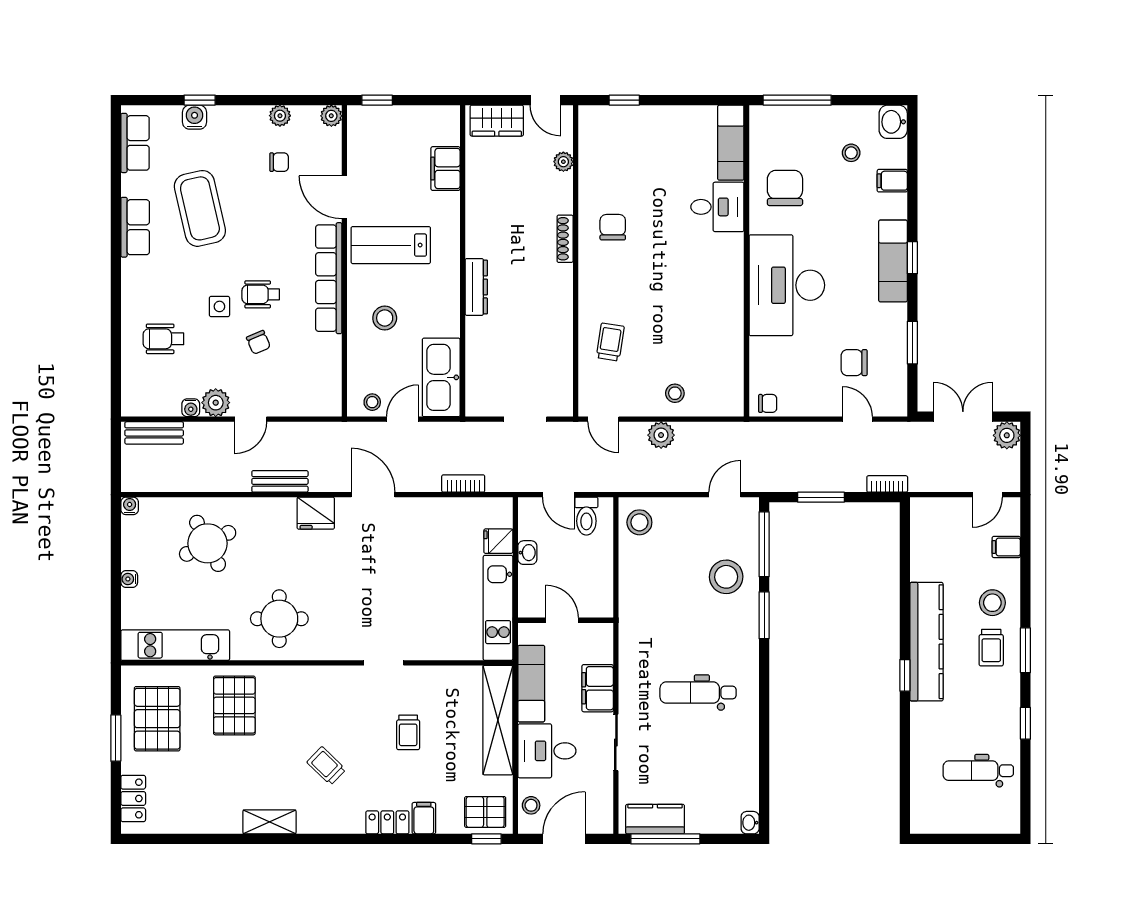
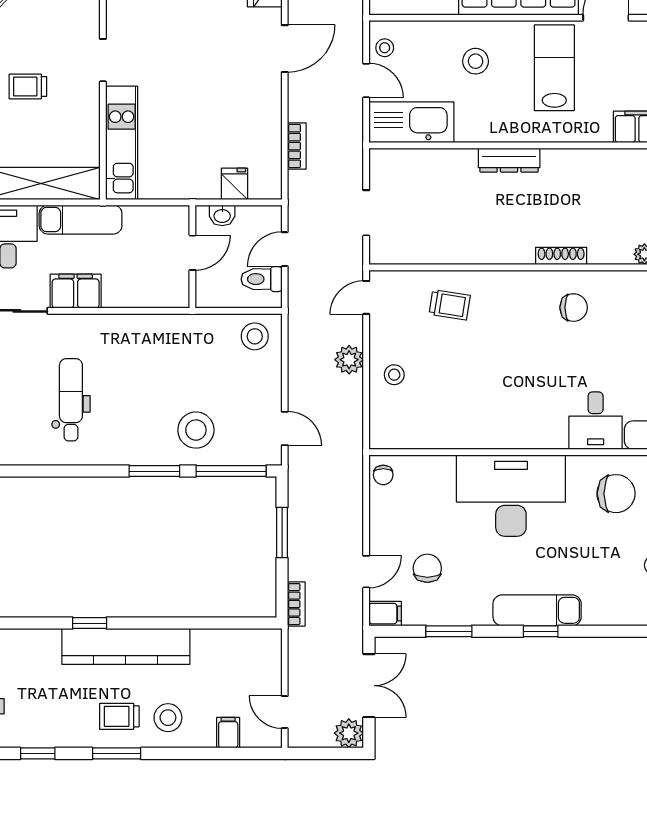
filing cabinet: (892, 181) -> (385, 614), moved, turned 90
kitchen unit: (498, 608) -> (122, 143), moved, turned 90
door: (562, 620) -> (192, 253), moved
wall: (566, 620) -> (192, 257), moved

